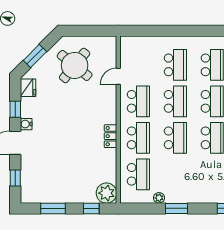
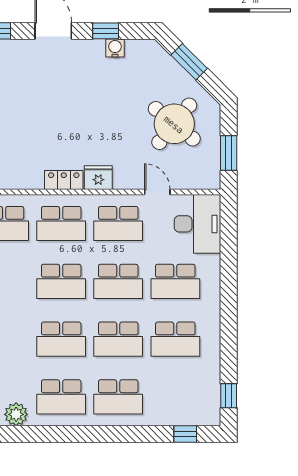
window: (93, 31) -> (229, 153), added
desk: (139, 51) -> (197, 224), added
fridge: (28, 88) -> (98, 178), moved, turned 180
water cooler: (26, 124) -> (115, 48), moved

